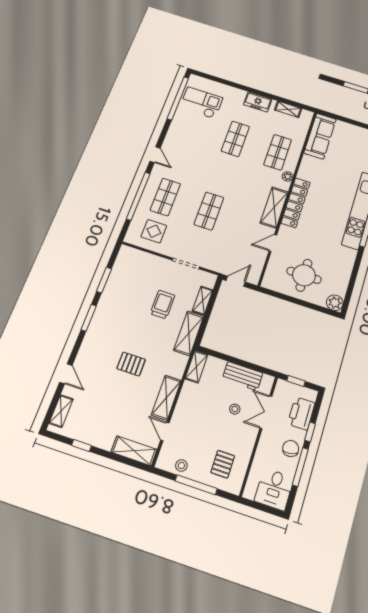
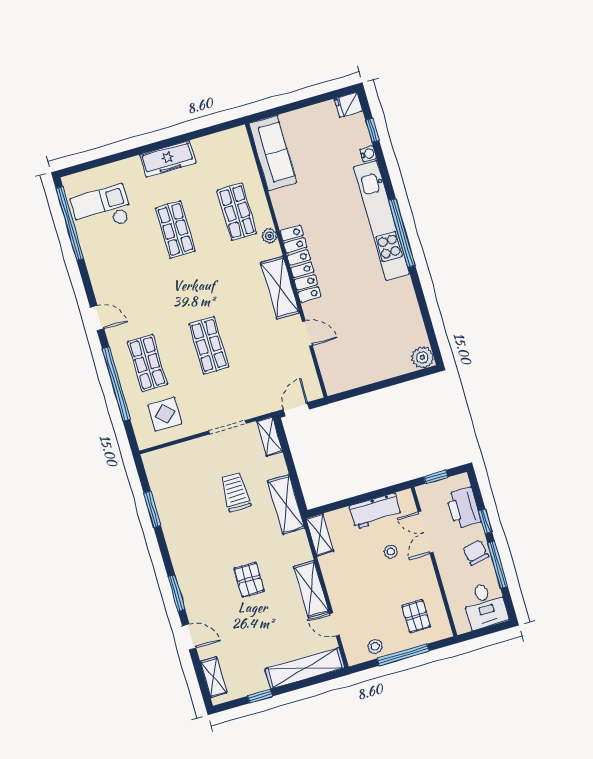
freezer: (258, 102) -> (168, 159), width x1.40
shelving: (288, 109) -> (211, 143), removed
door: (273, 243) -> (307, 334), swing flipped
round table: (304, 275) -> (368, 349), removed
shelving: (202, 301) -> (270, 436), moved
window: (89, 318) -> (177, 593), moved
pallet: (131, 364) -> (249, 580), turned 90
shelving: (134, 451) -> (305, 668), width x1.47

